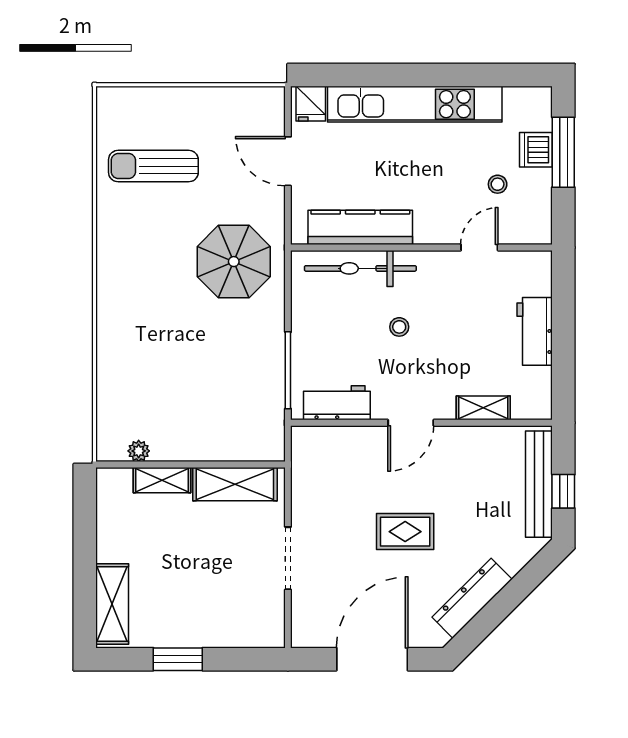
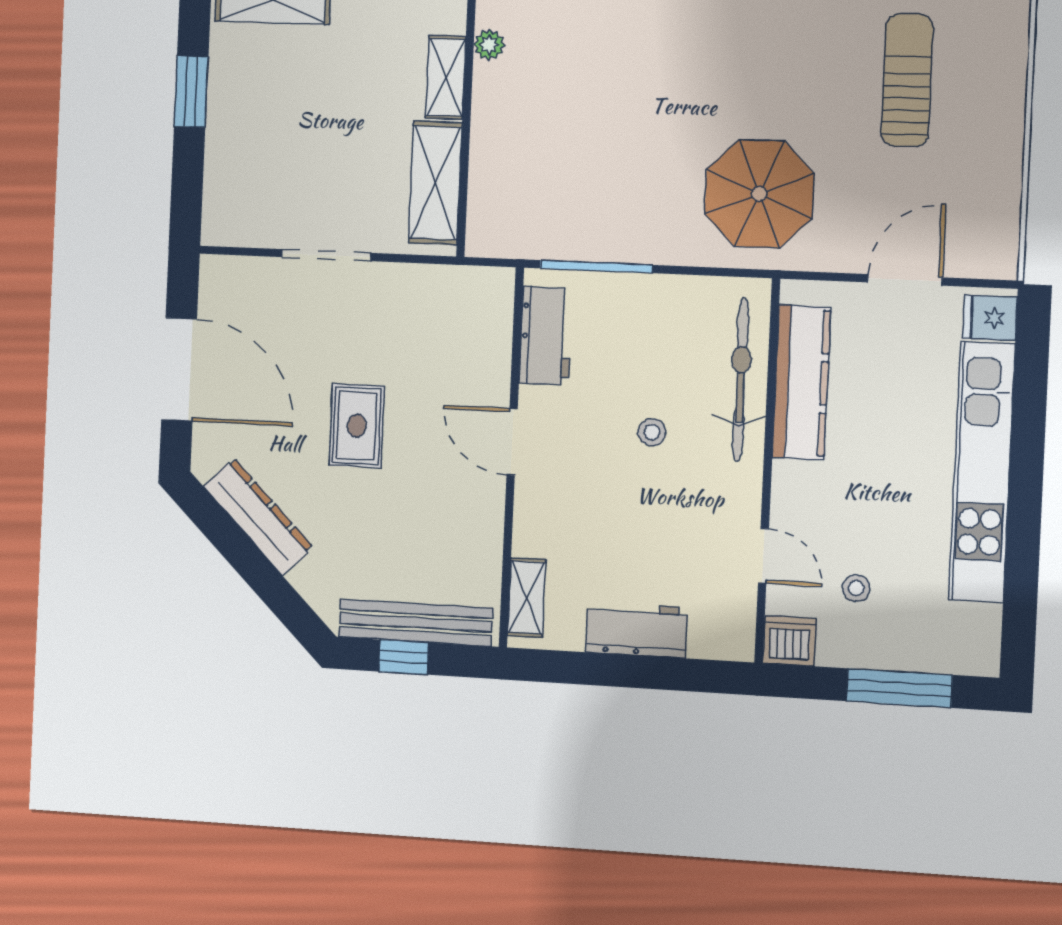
dishwasher: (536, 150) -> (789, 641), moved
shelving: (483, 408) -> (526, 597), moved

